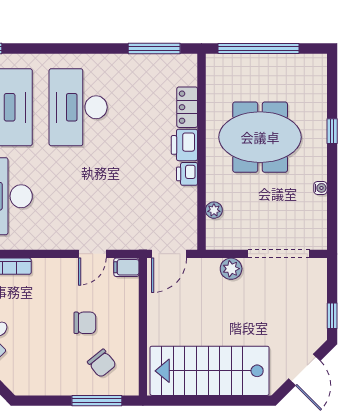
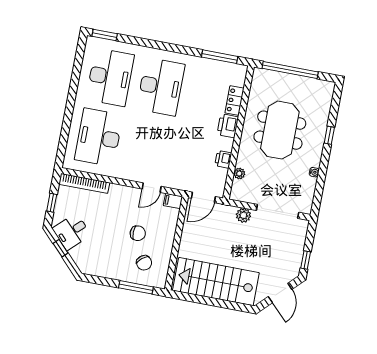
desk: (78, 107) -> (161, 87), turned 180
meeting table: (260, 137) -> (280, 130), turned 90
printer: (187, 174) -> (223, 159), moved

